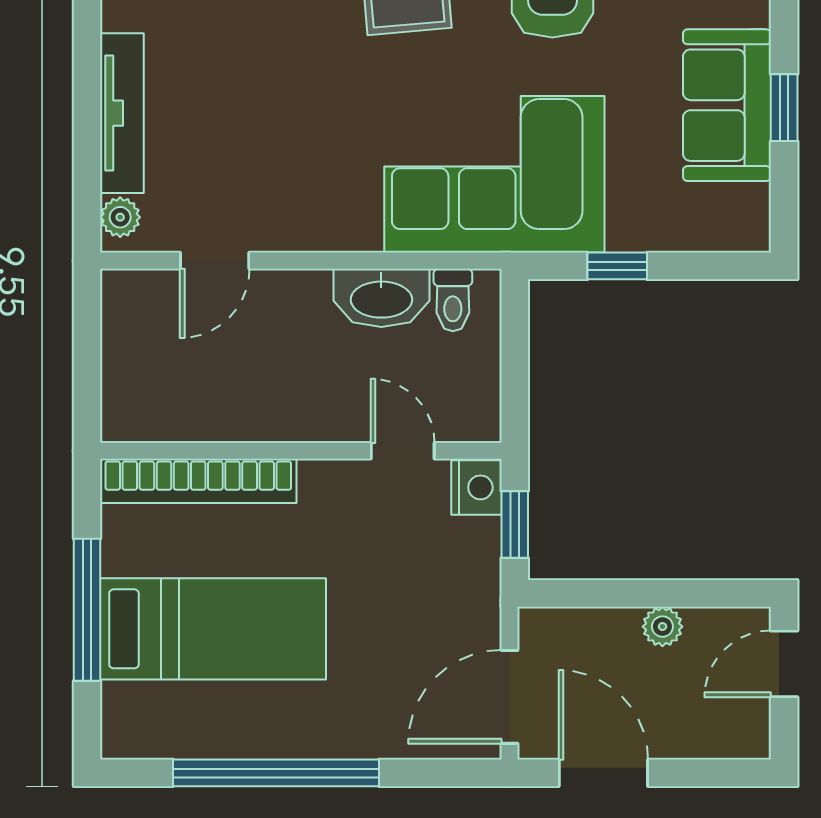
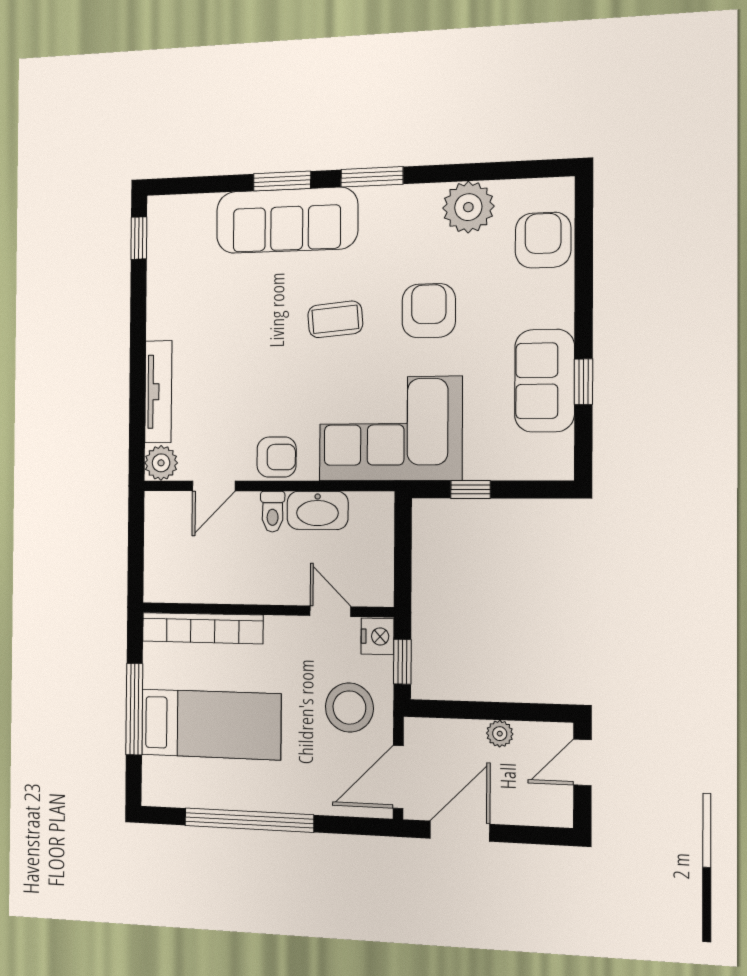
armchair: (316, 216) -> (277, 457), added
plant: (120, 217) -> (161, 463), width x1.38, depth x1.38
toilet: (453, 300) -> (273, 512), moved
stool: (433, 596) -> (349, 708), added
door: (603, 773) -> (460, 831), hinge flipped

